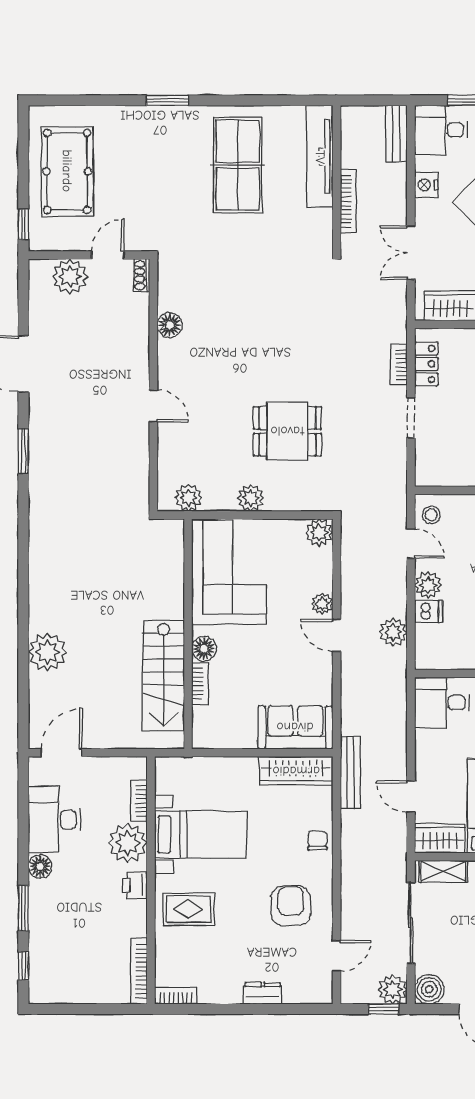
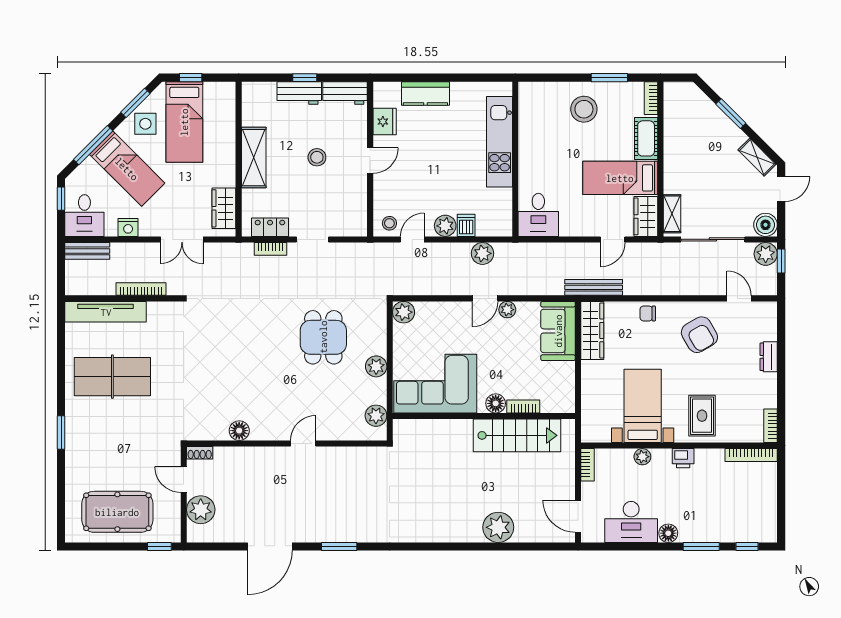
plant: (322, 604) -> (507, 310), moved
bookcase: (139, 801) -> (588, 465), moved, turned -90
plant: (128, 843) -> (642, 457), width x0.53, depth x0.53
armchair: (291, 906) -> (699, 335), turned -120

